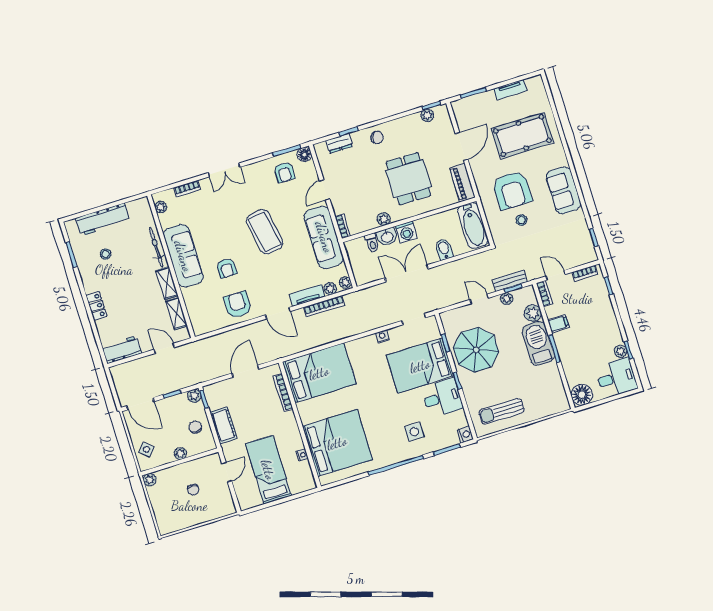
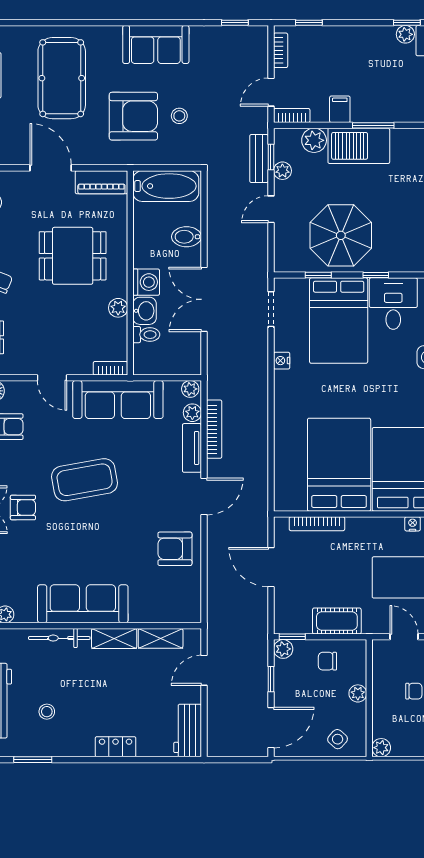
armchair: (227, 268) -> (23, 507), moved
bed: (319, 373) -> (339, 465), moved

